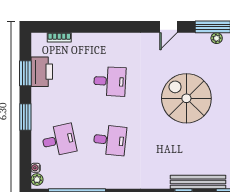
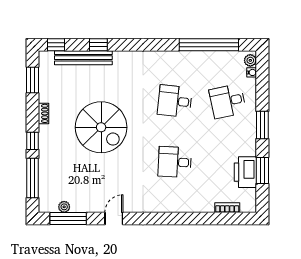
spiral stairs: (186, 98) -> (101, 127), moved

